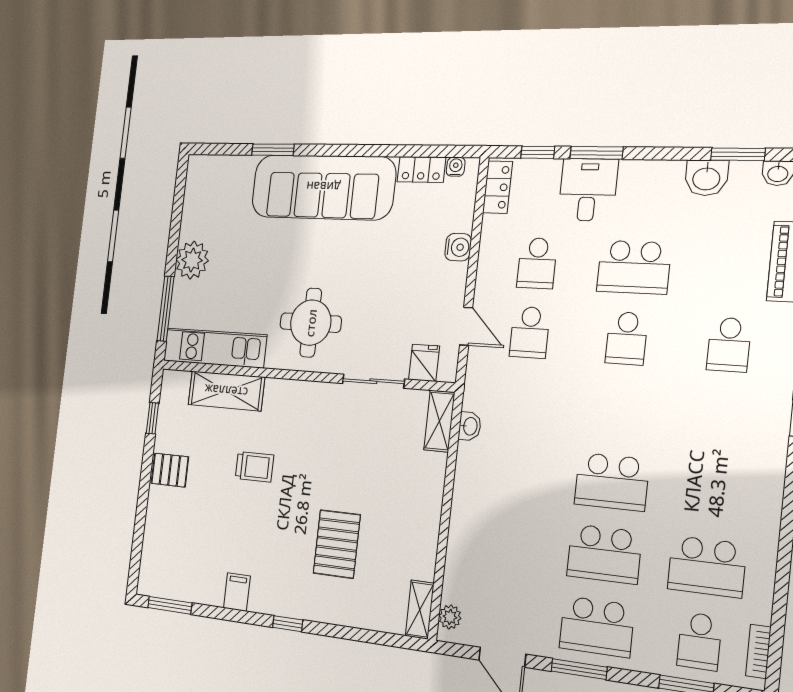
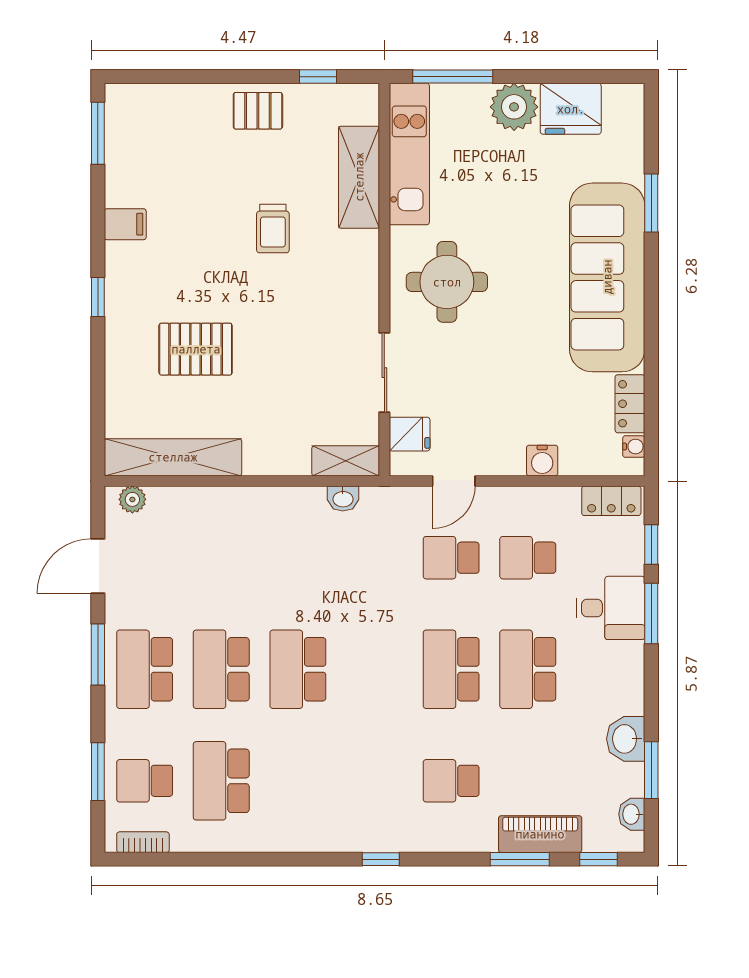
fridge: (199, 214) -> (571, 109), added
school desk: (626, 338) -> (451, 669), width x1.85
pallet: (170, 470) -> (258, 111), turned 90
shelving: (420, 610) -> (173, 457), width x2.20, depth x1.33

